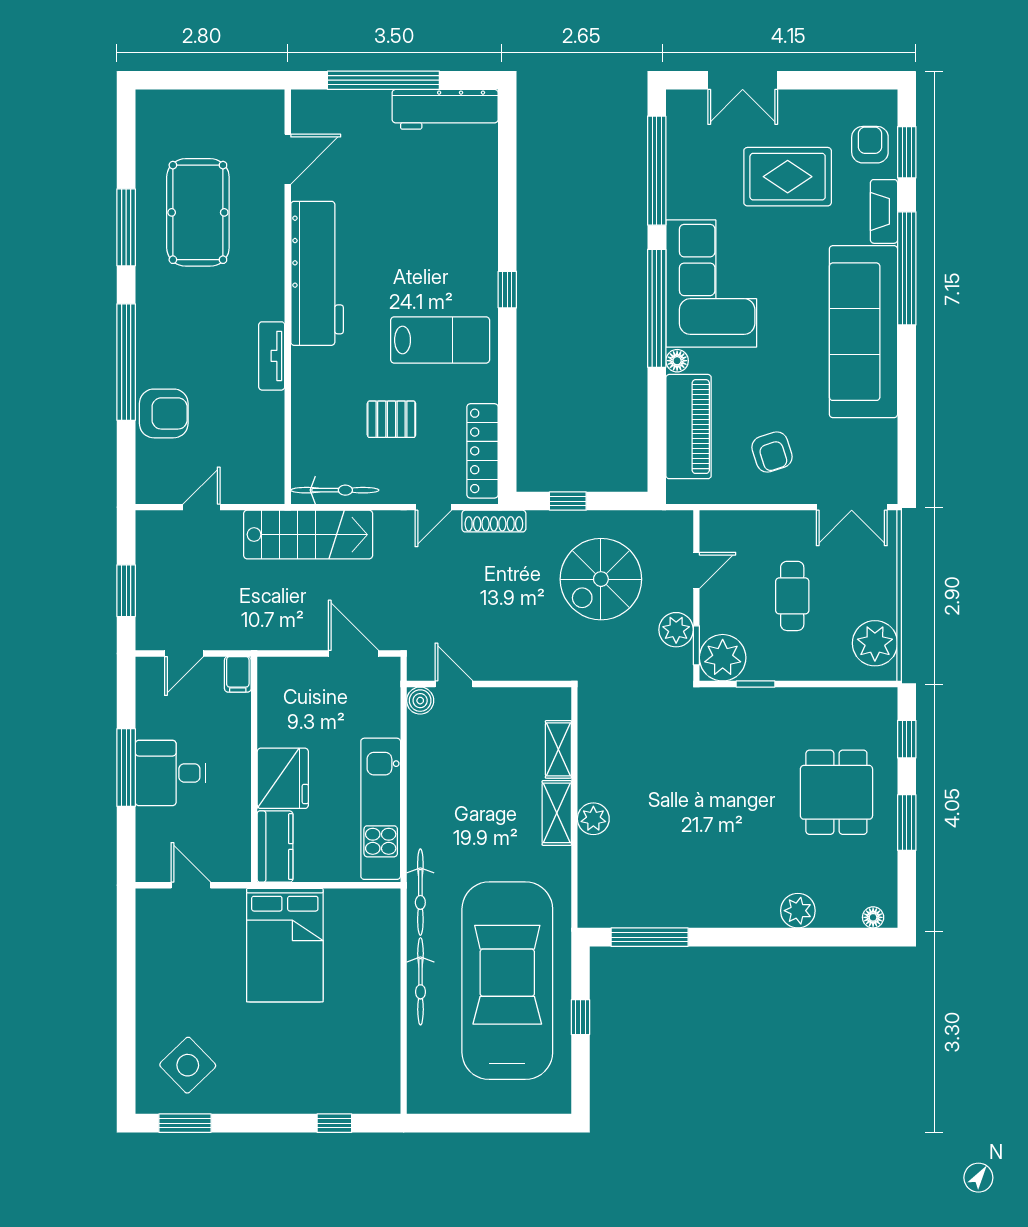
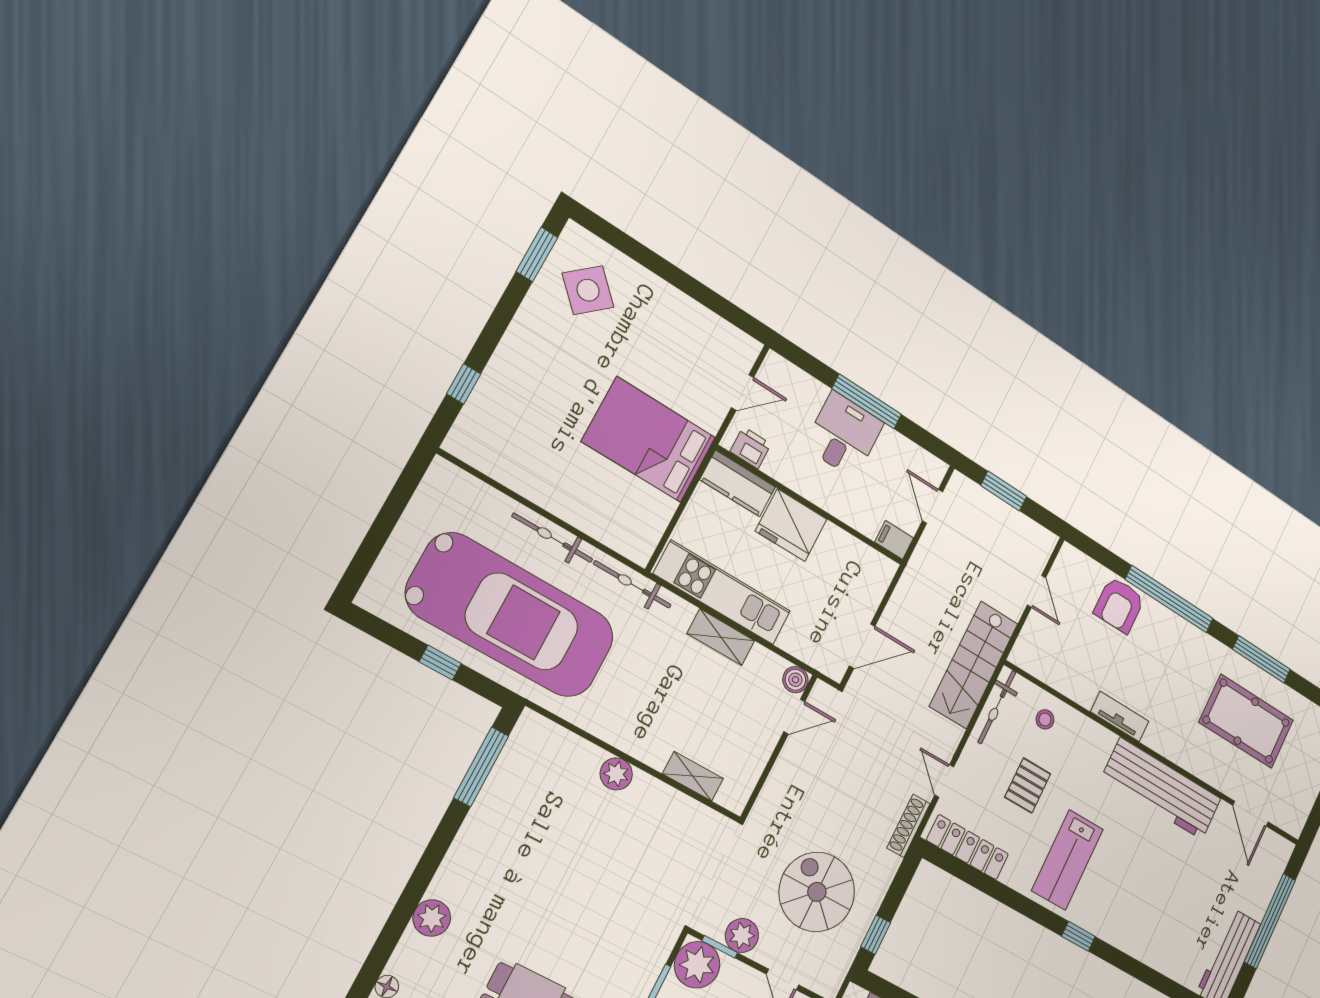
stool: (319, 434) -> (1045, 719), added
window: (568, 501) -> (876, 935), moved
shelving: (557, 813) -> (721, 637), moved
printer: (236, 852) -> (751, 448), added

